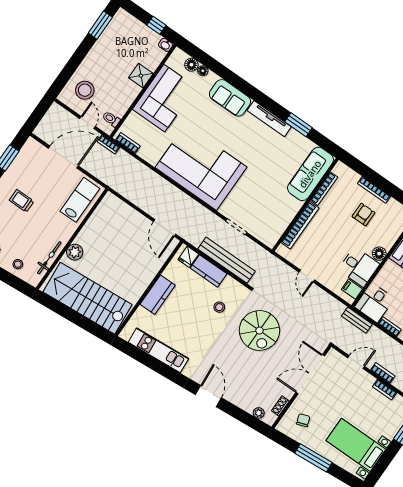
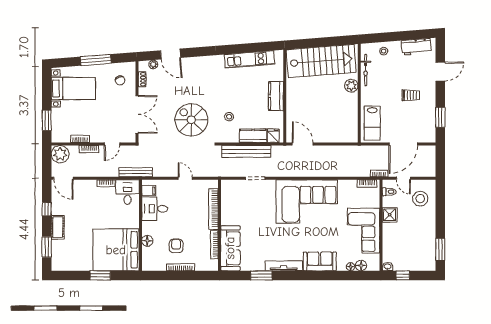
shower: (141, 76) -> (390, 215), moved
armchair: (363, 215) -> (176, 246), turned 180
floor lamp: (379, 254) -> (147, 241), moved
bench: (357, 320) -> (136, 172), width x1.36
door: (208, 396) -> (171, 54), moved

